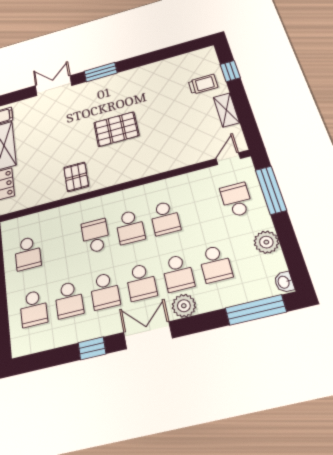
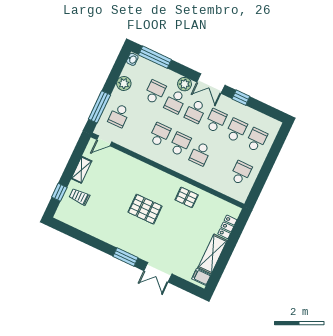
pallet: (76, 177) -> (187, 197), turned 90
school desk: (178, 273) -> (175, 102), turned 180
school desk: (141, 282) -> (195, 111), turned 180

